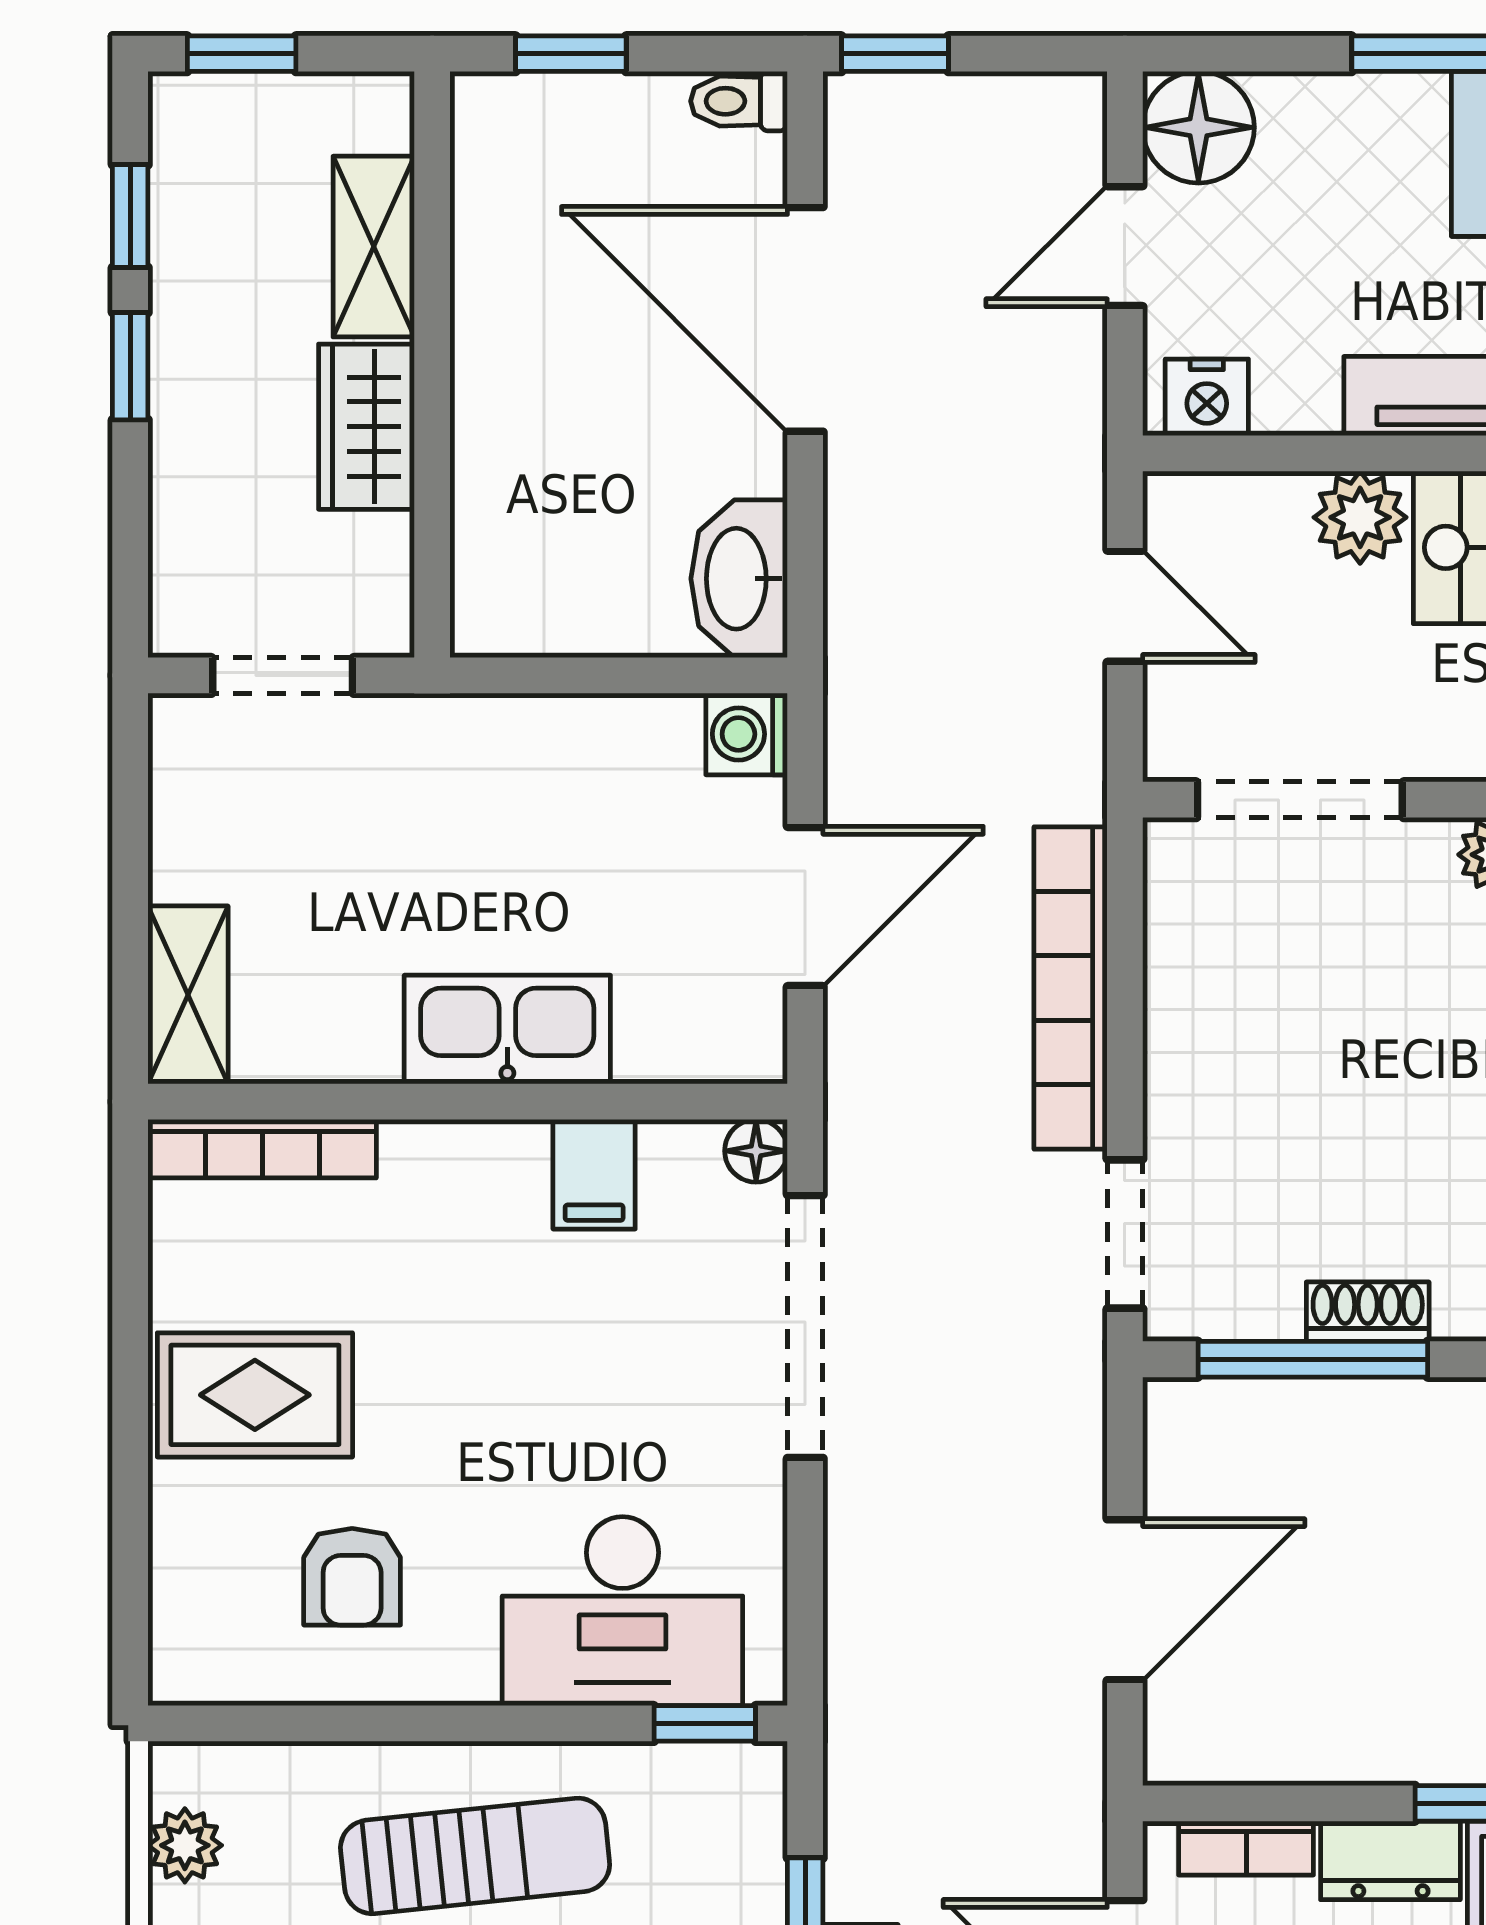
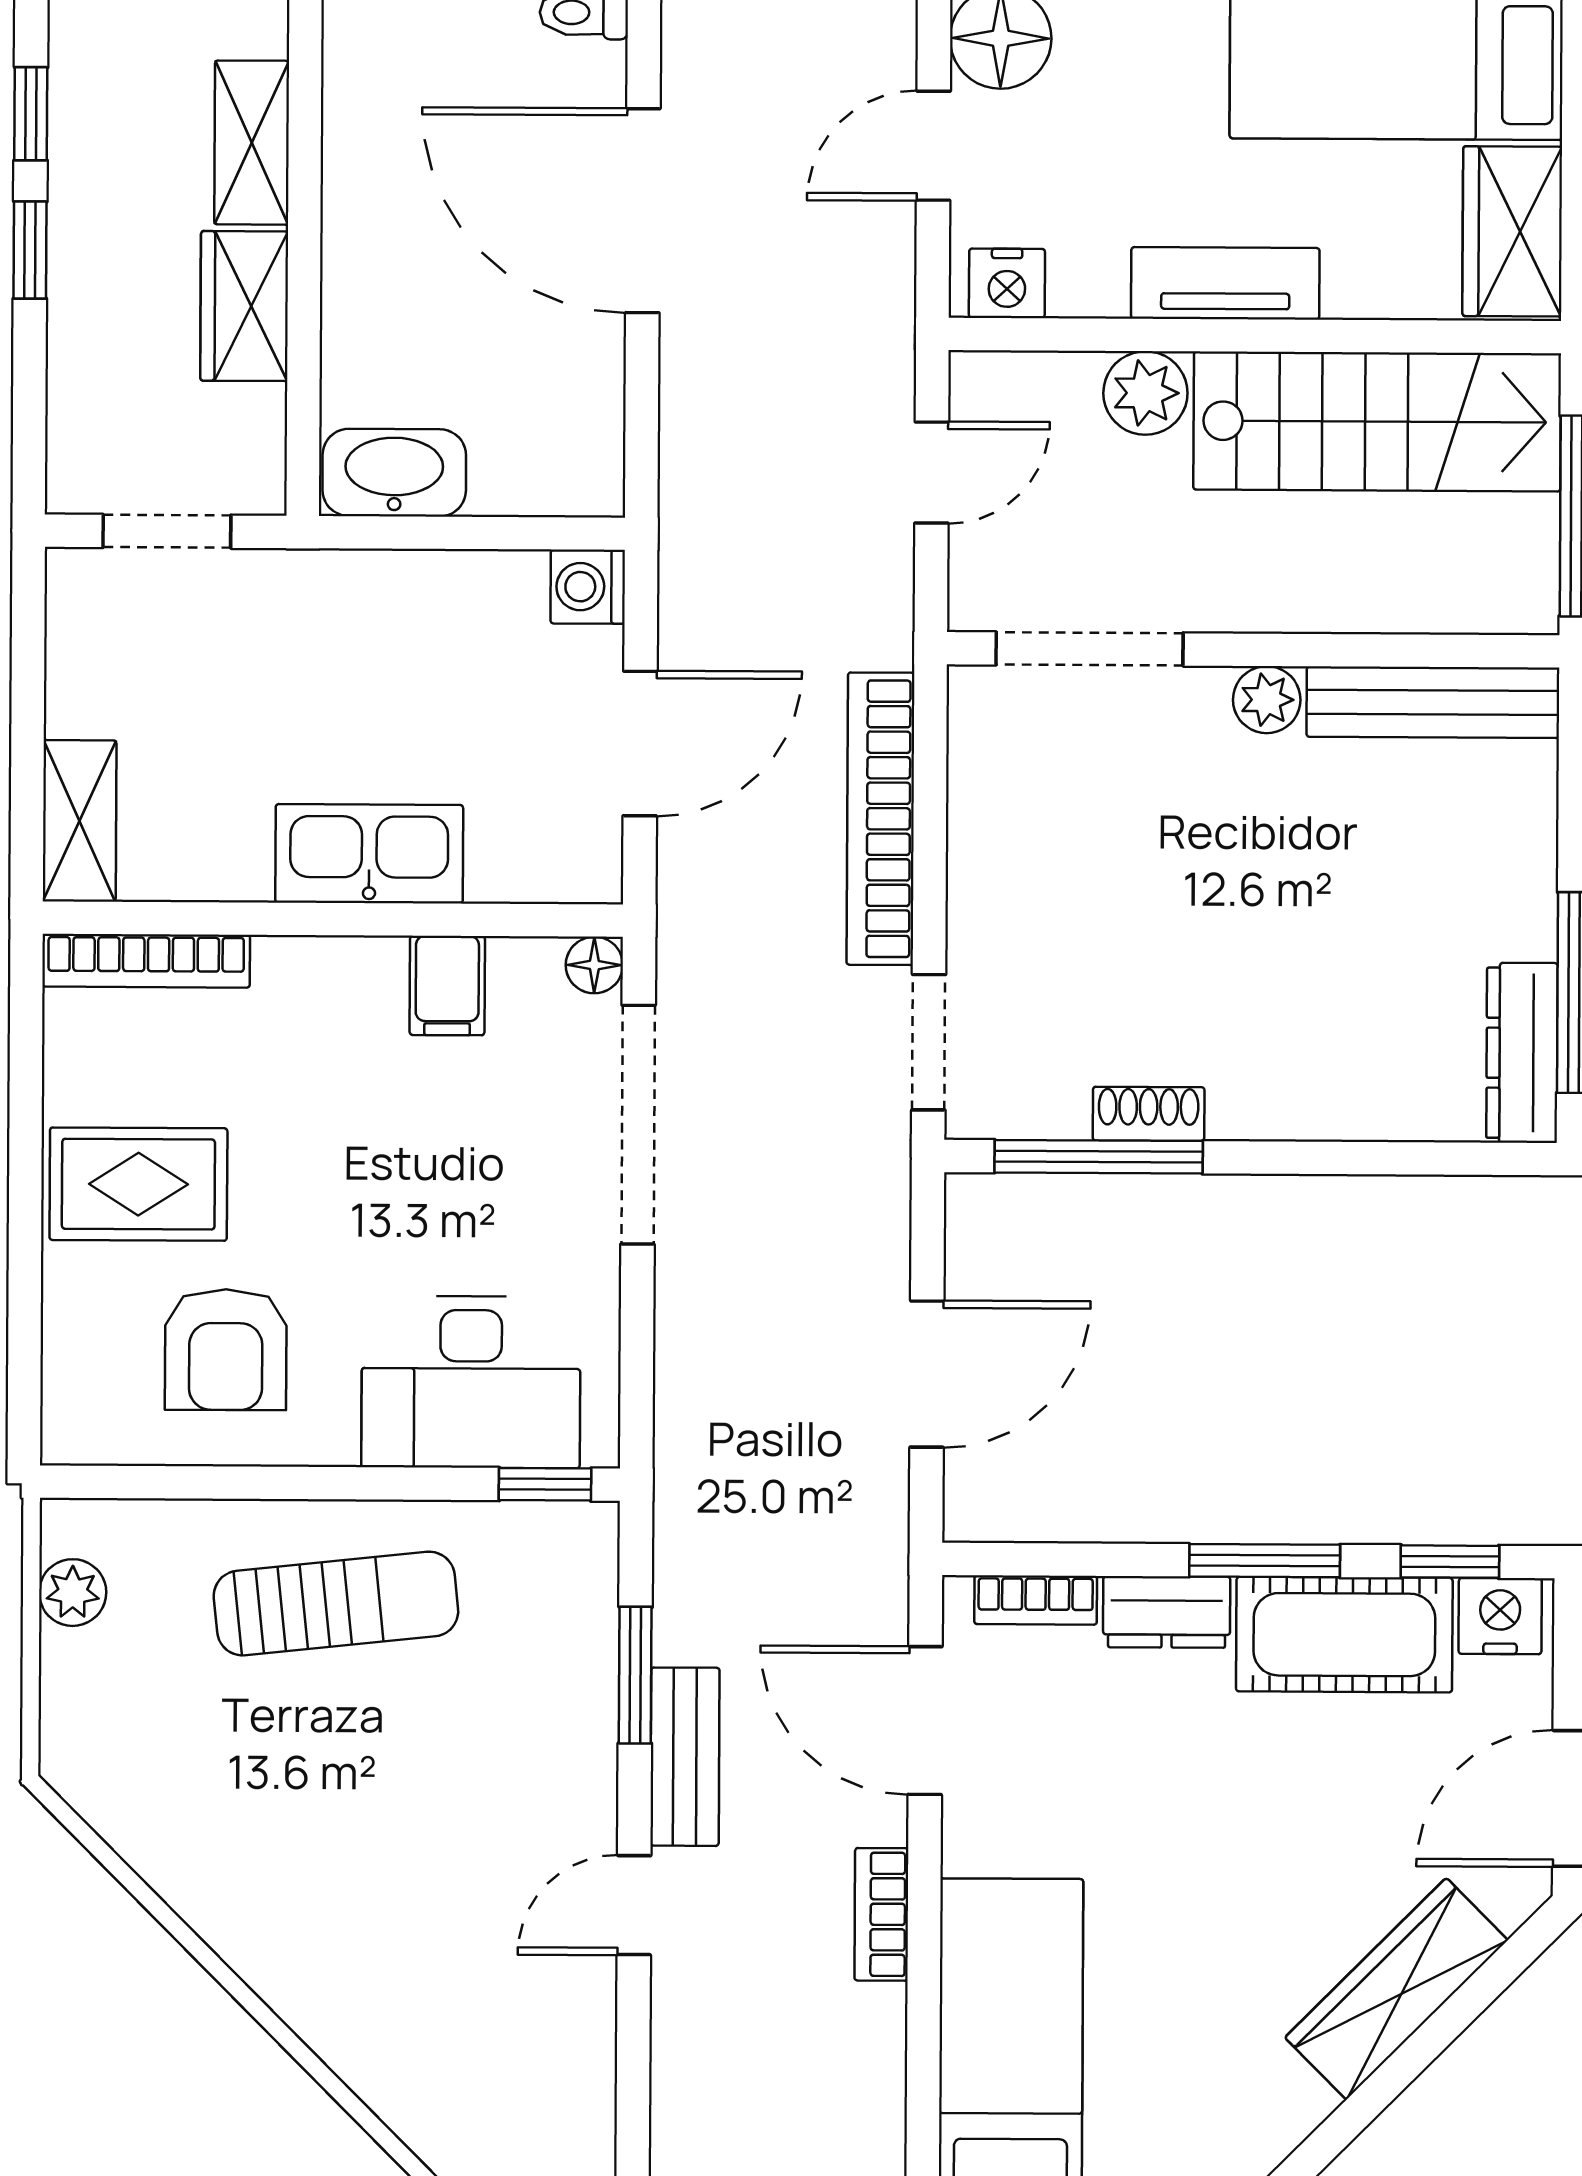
washbasin: (739, 579) -> (394, 473), moved, turned 90
door: (1125, 606) -> (932, 473), hinge flipped
armchair: (352, 1577) -> (226, 1350), width x1.38, depth x1.38

